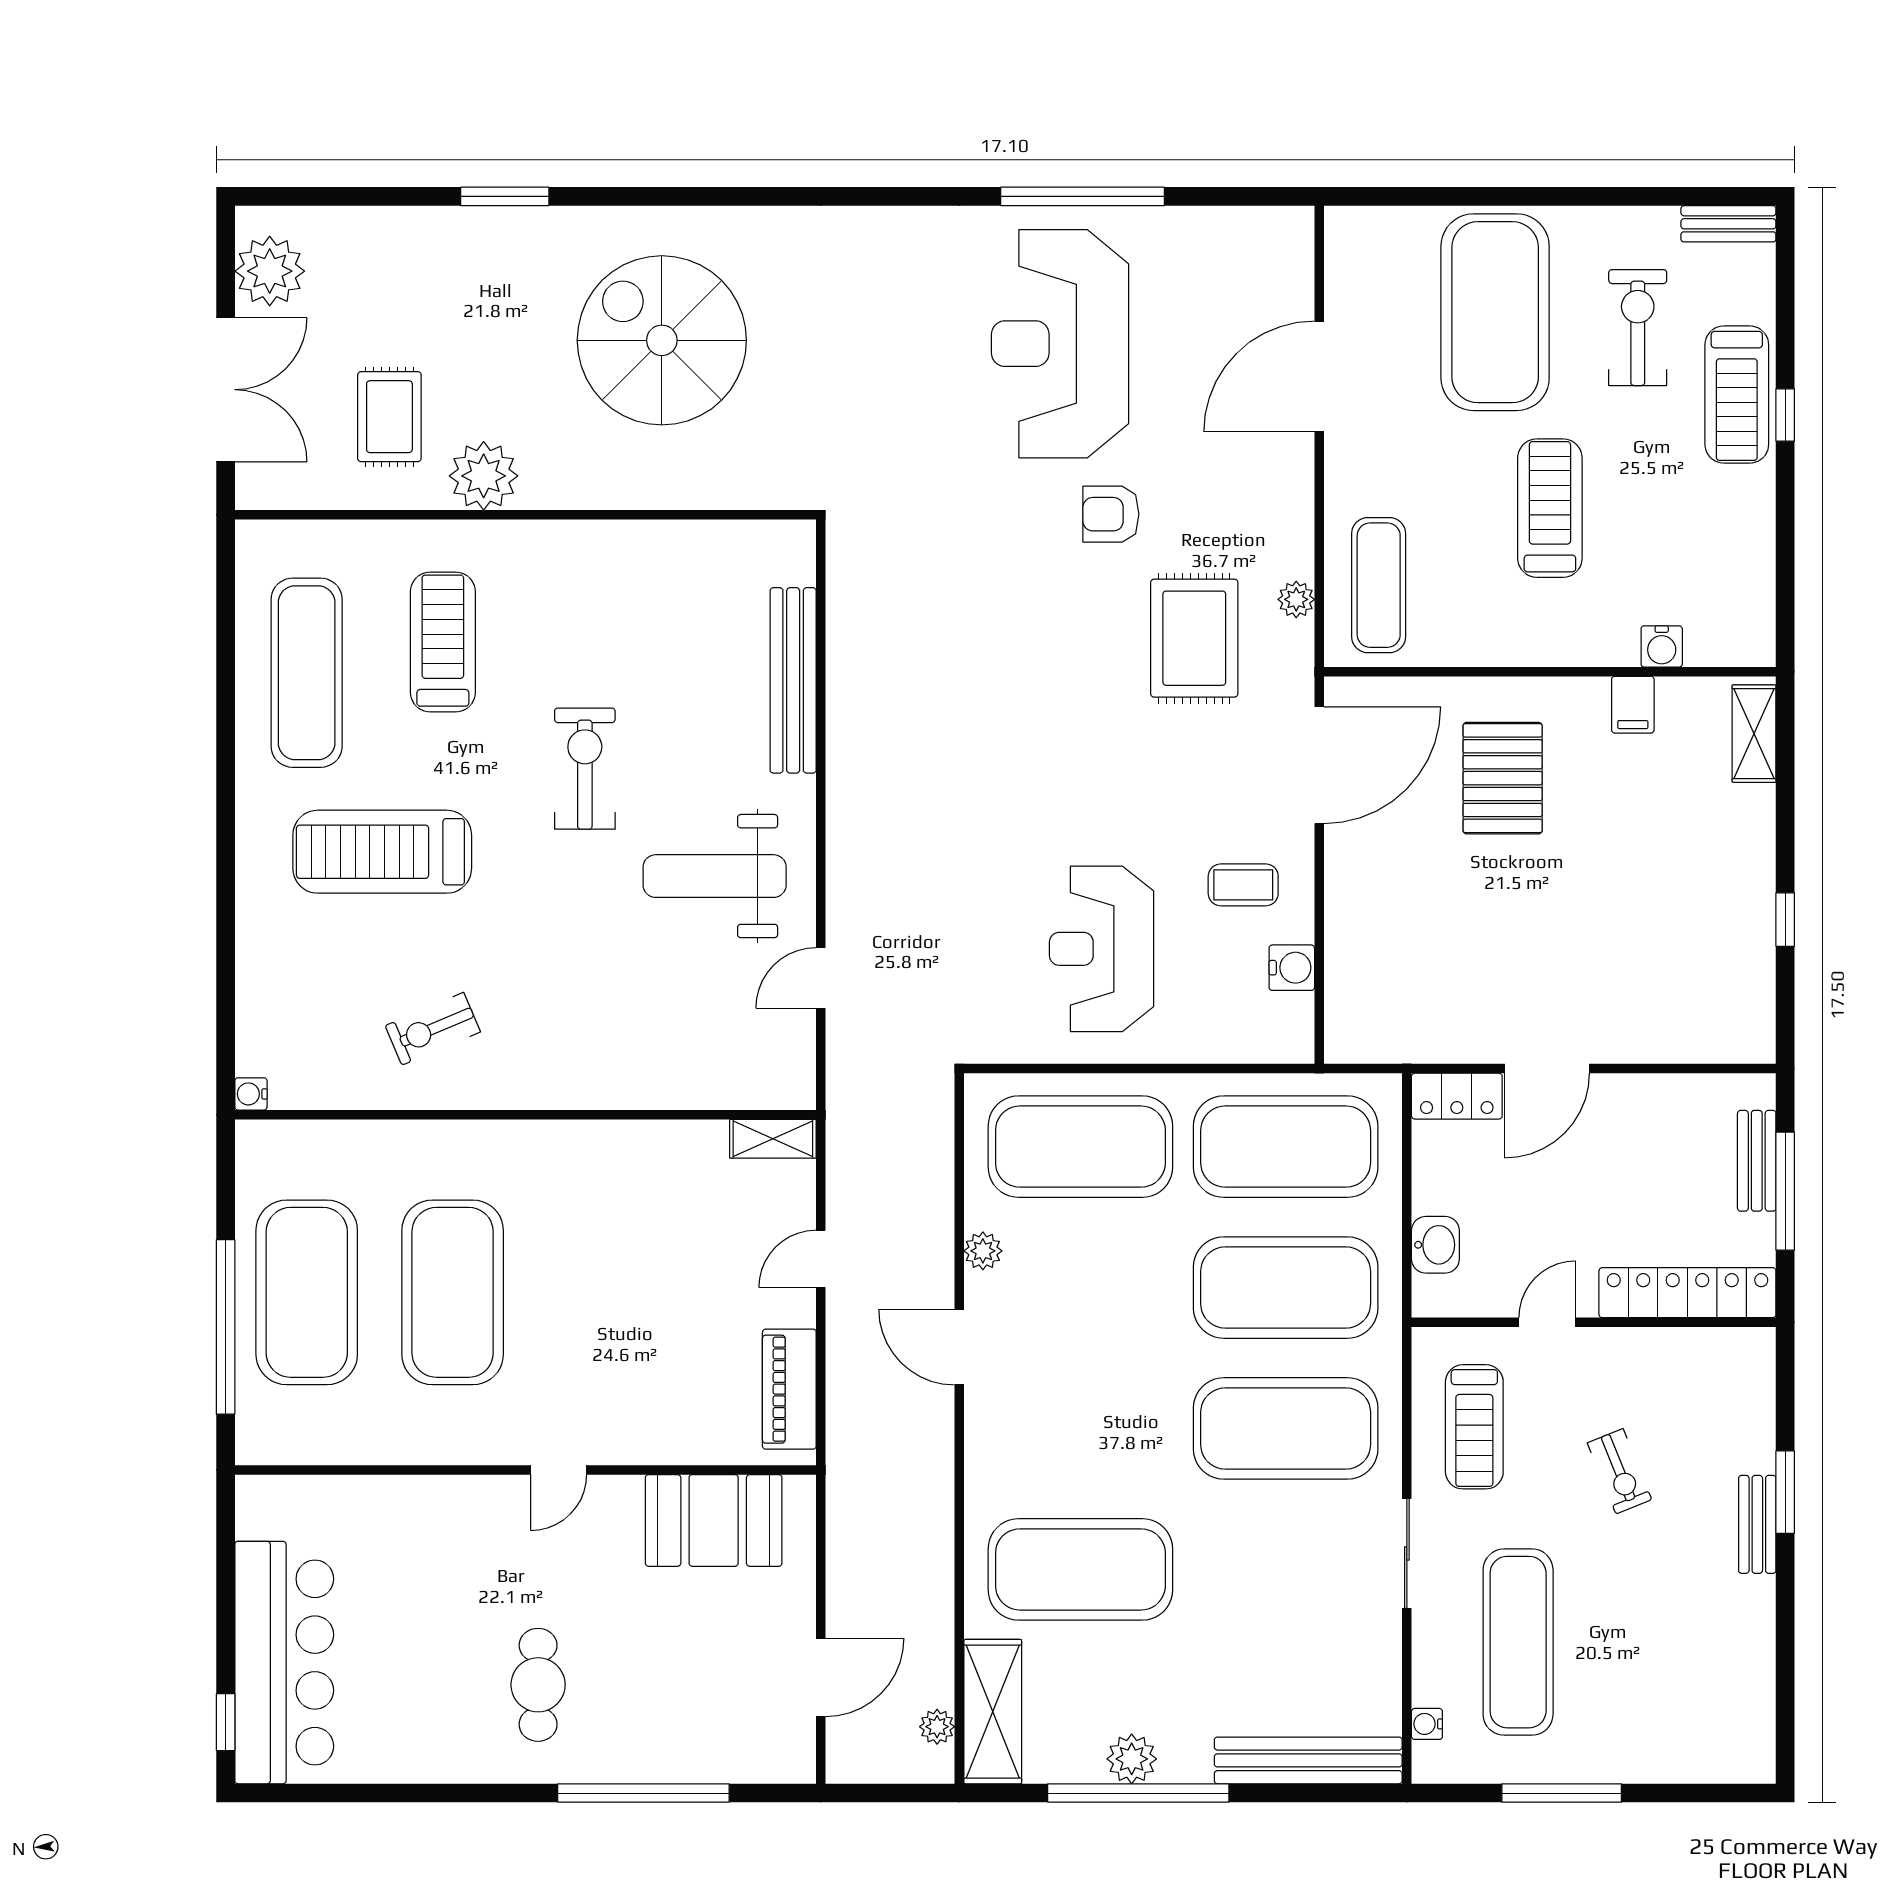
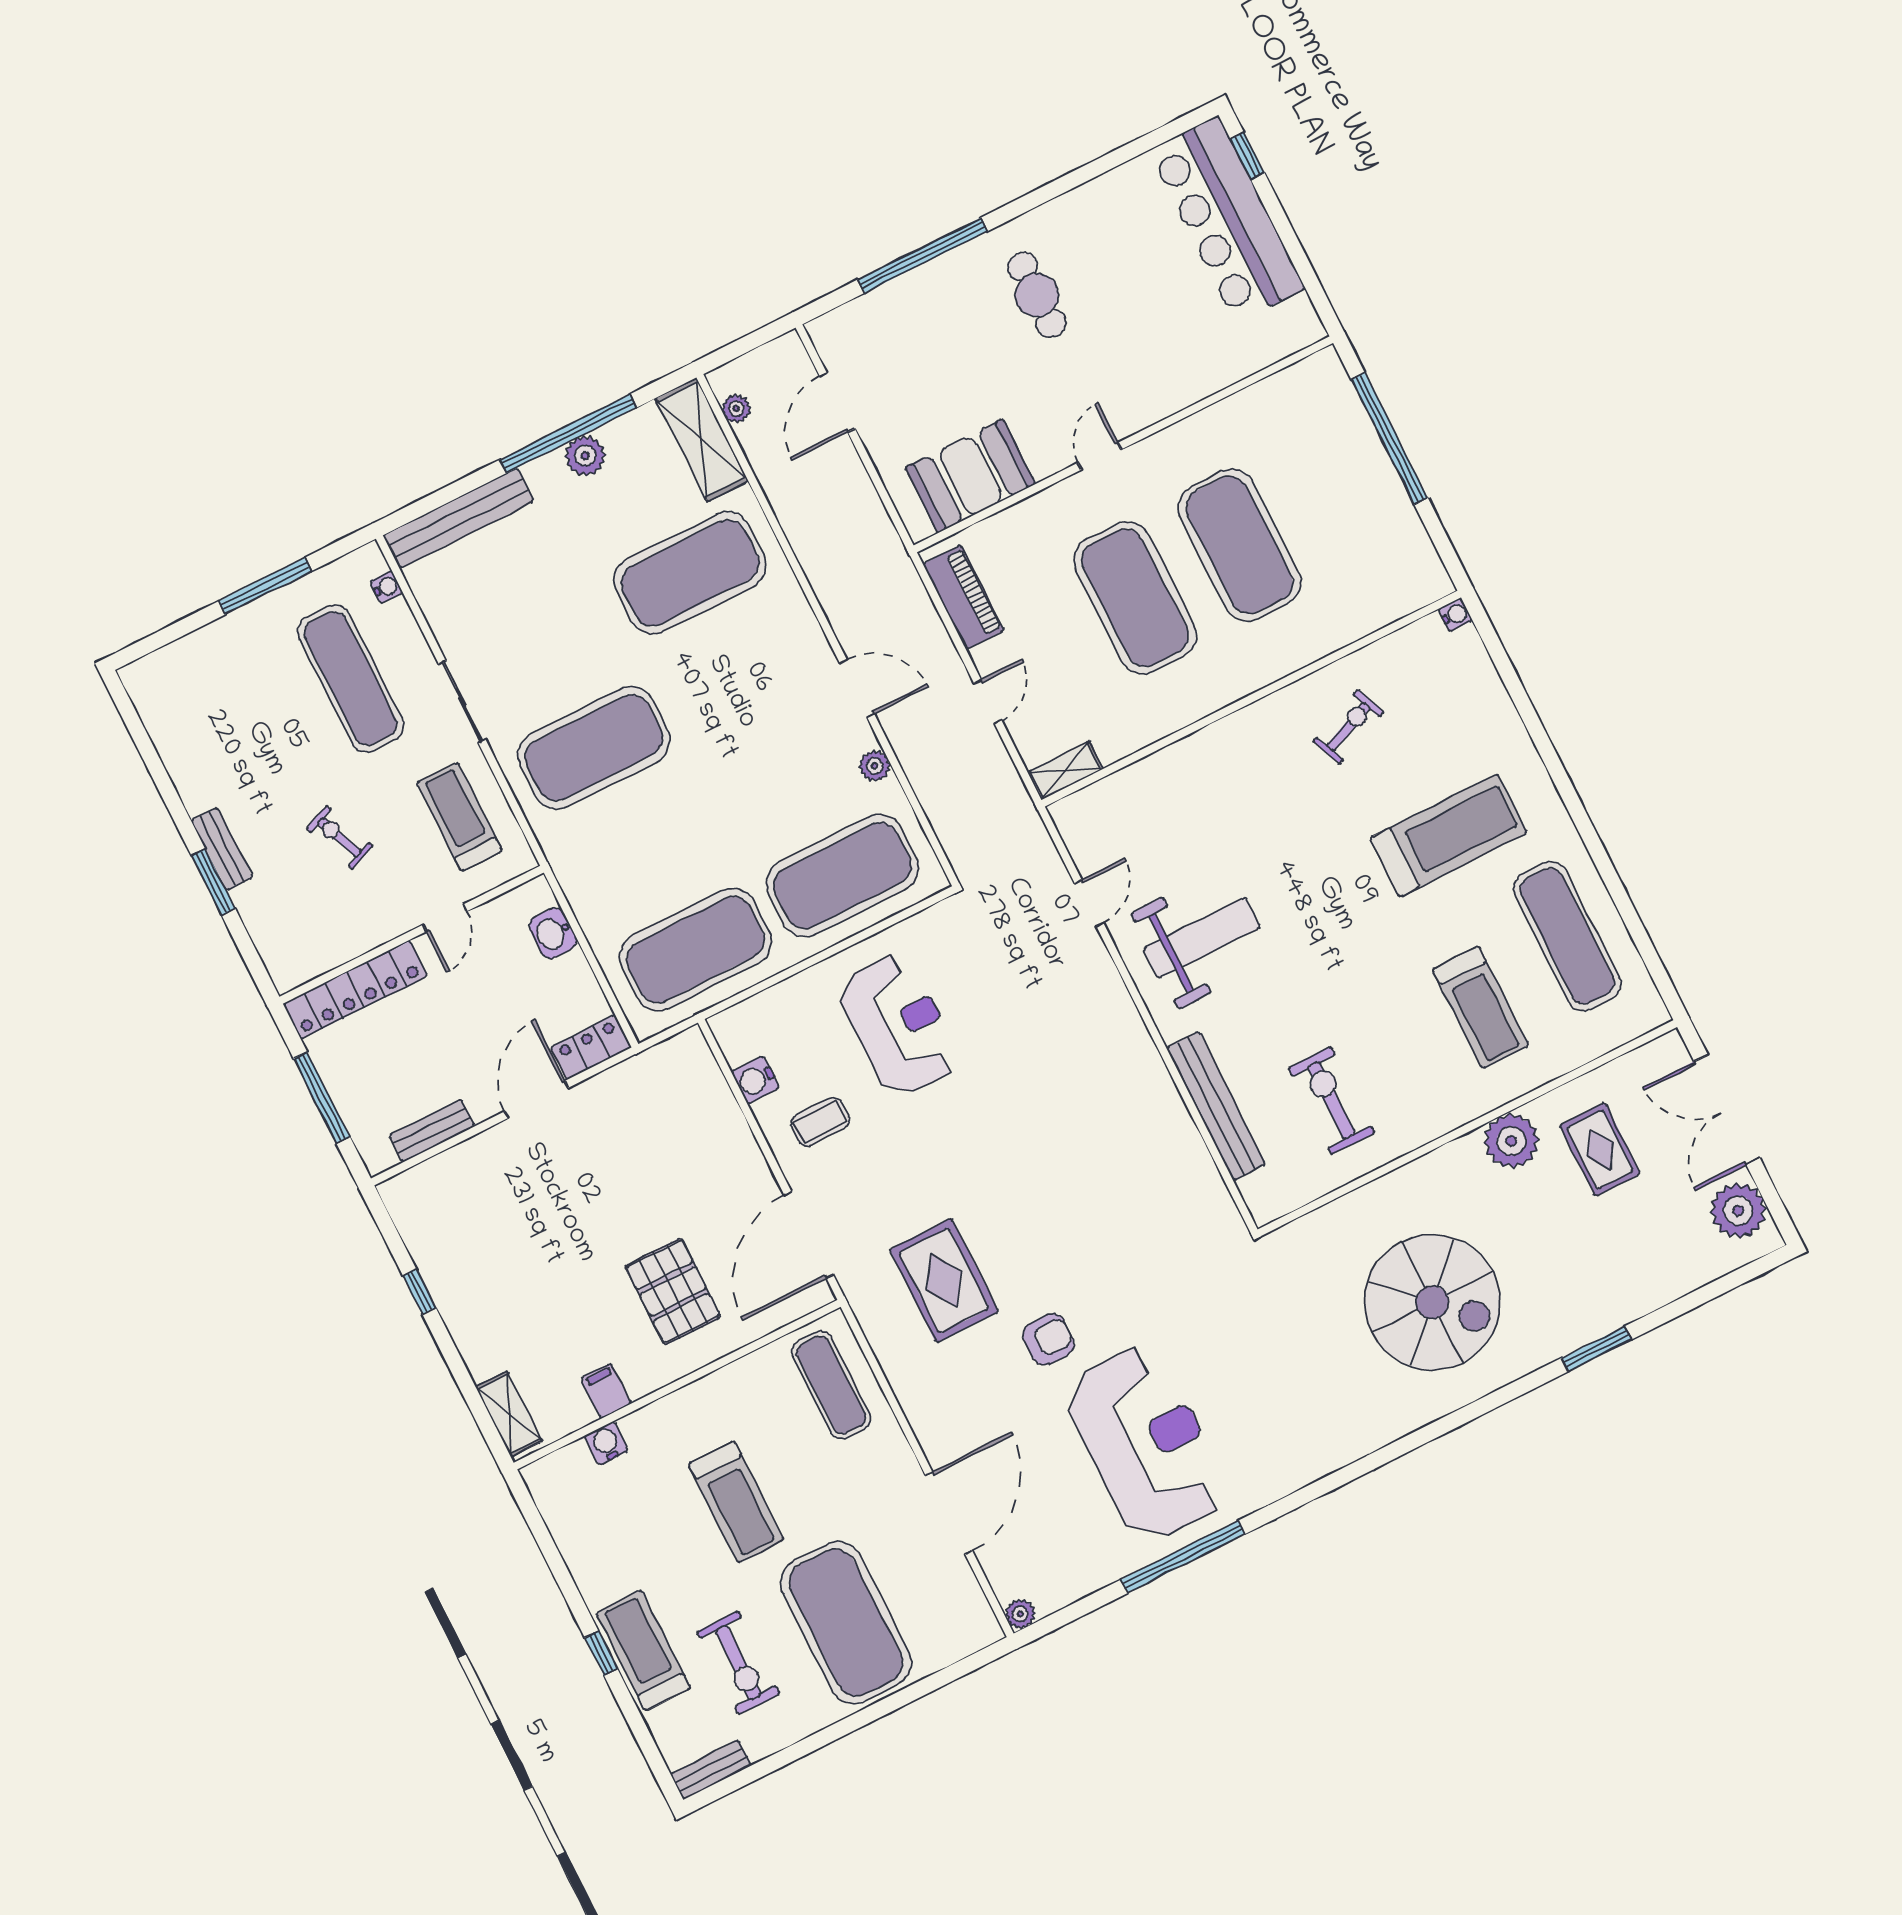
plant: (1296, 599) -> (1020, 1614), moved
exercise bike: (585, 769) -> (1331, 1100), moved, turned 180
bench: (1757, 1161) -> (432, 1131), moved, turned 90
exercise mat: (1286, 1288) -> (645, 849), removed
exercise mat: (307, 1292) -> (1135, 598), moved

